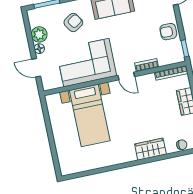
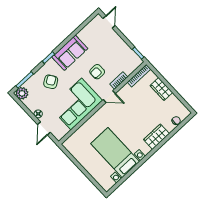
armchair: (168, 32) -> (97, 72), moved
plant: (39, 34) -> (22, 93), moved
door: (36, 68) -> (44, 128), hinge flipped
bed with nightstands: (90, 115) -> (115, 153), moved, turned 180

